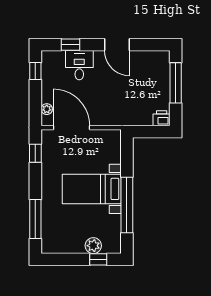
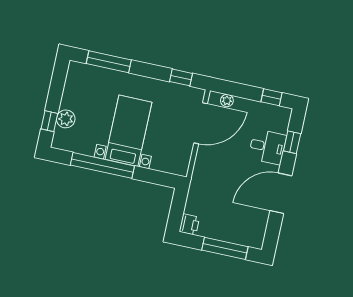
door: (117, 45) -> (281, 193), width x1.36

